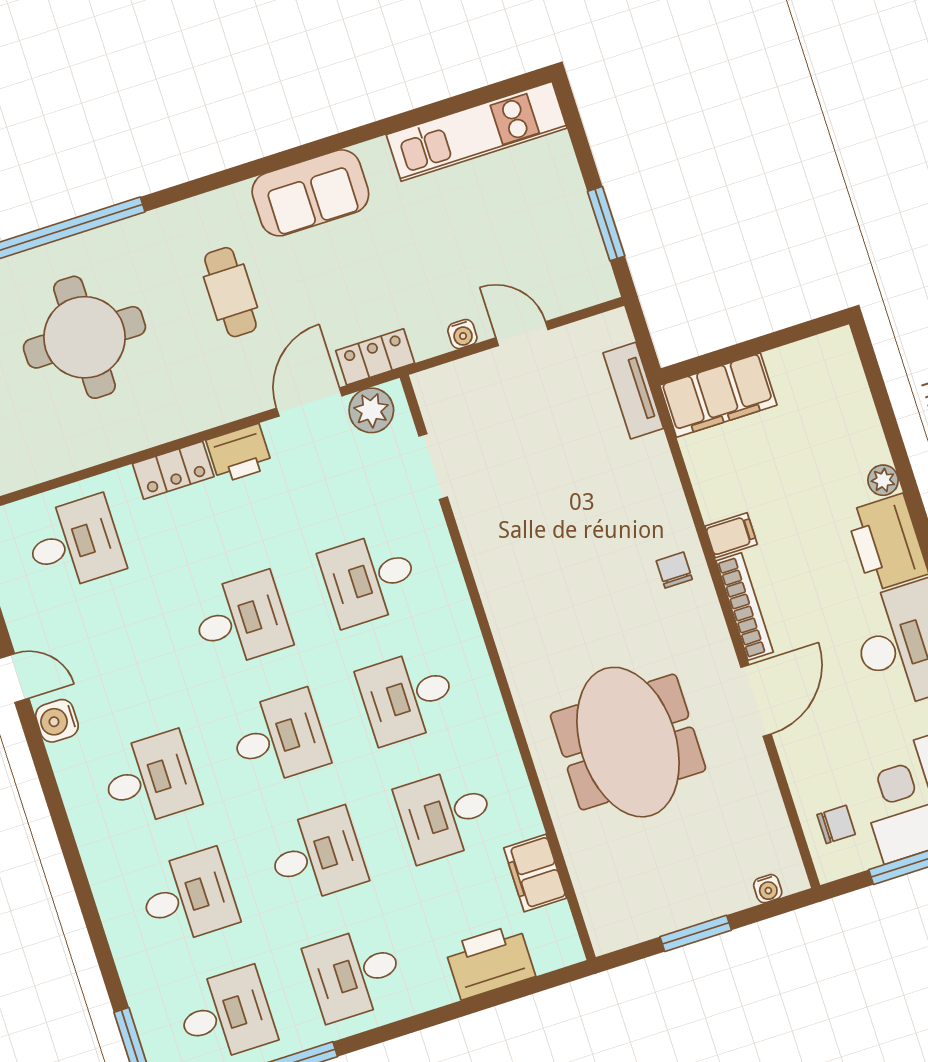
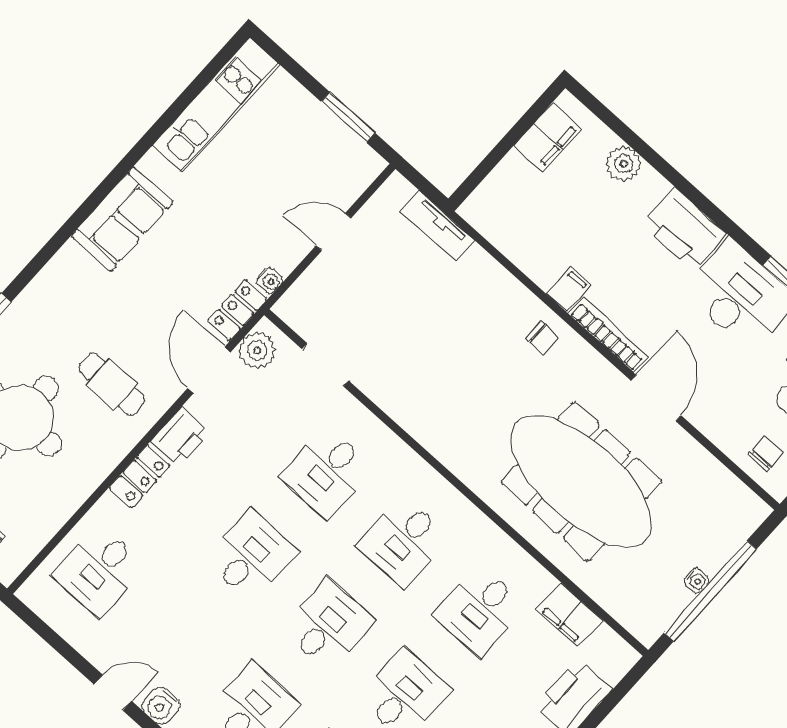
cafe table: (230, 292) -> (112, 384), moved
water cooler: (462, 334) -> (270, 281), moved
filing cabinet: (718, 395) -> (548, 137), moved, width x0.67, depth x0.86
plant: (883, 480) -> (623, 164), moved, width x1.38, depth x1.38
desk: (74, 543) -> (99, 571), turned 180
chair: (674, 570) -> (542, 338), turned 180
meeting table: (628, 742) -> (581, 482), width x1.36
water cooler: (768, 889) -> (697, 581), moved
window: (696, 933) -> (710, 591), width x2.11

